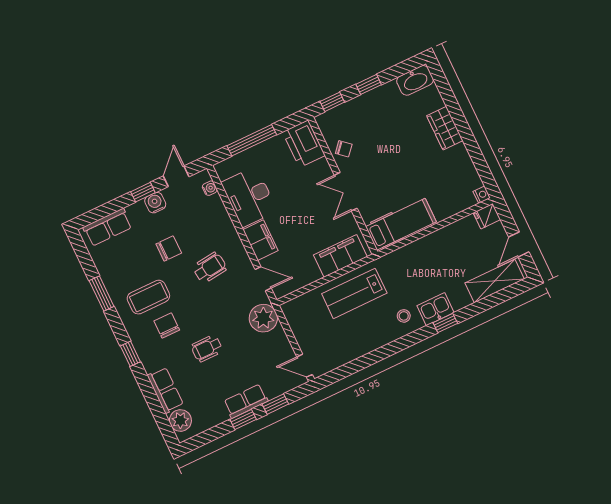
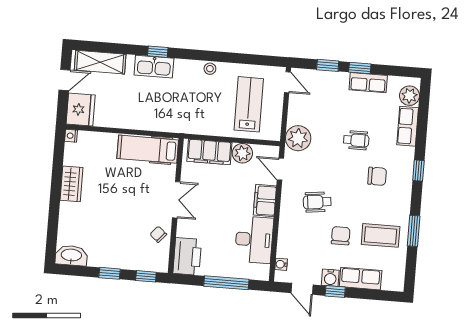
wardrobe: (445, 128) -> (71, 184), moved
door: (176, 176) -> (302, 289), hinge flipped
fridge: (487, 216) -> (81, 110), width x1.88, depth x1.34
row of seats: (108, 227) -> (361, 279), moved
chair: (169, 249) -> (341, 236), turned 90
plant: (308, 273) -> (242, 153), added
lab bench: (354, 293) -> (249, 104), moved, turned -90
coffee table: (148, 297) -> (381, 235), moved
kitchen sink: (436, 309) -> (154, 67), width x1.38
stool: (404, 316) -> (210, 69), moved
chair: (167, 325) -> (377, 176), turned -90
row of seats: (246, 401) -> (368, 83), moved

